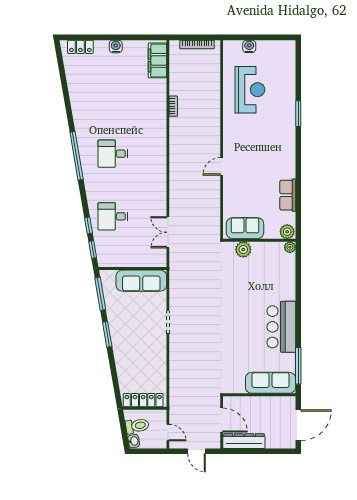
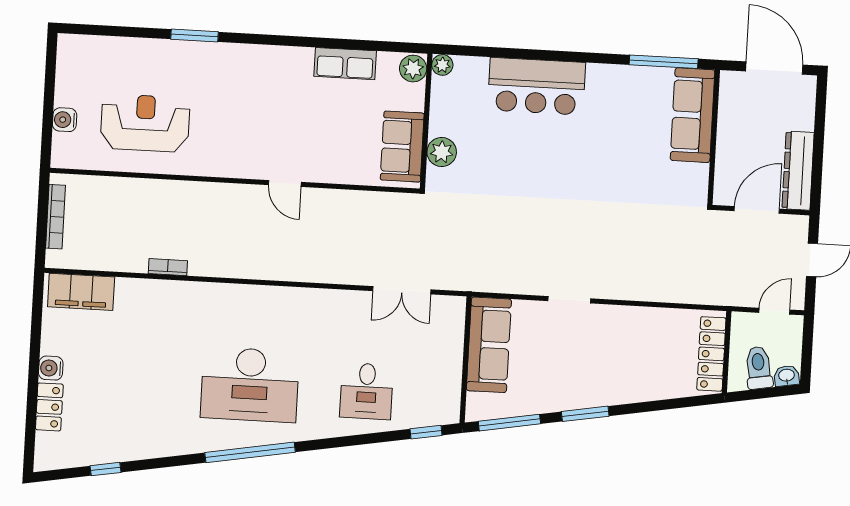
locker: (80, 47) -> (49, 407), moved
desk: (113, 154) -> (250, 385), width x1.87, depth x1.30
window: (89, 225) -> (105, 469), moved
bar counter: (281, 327) -> (537, 86), moved

